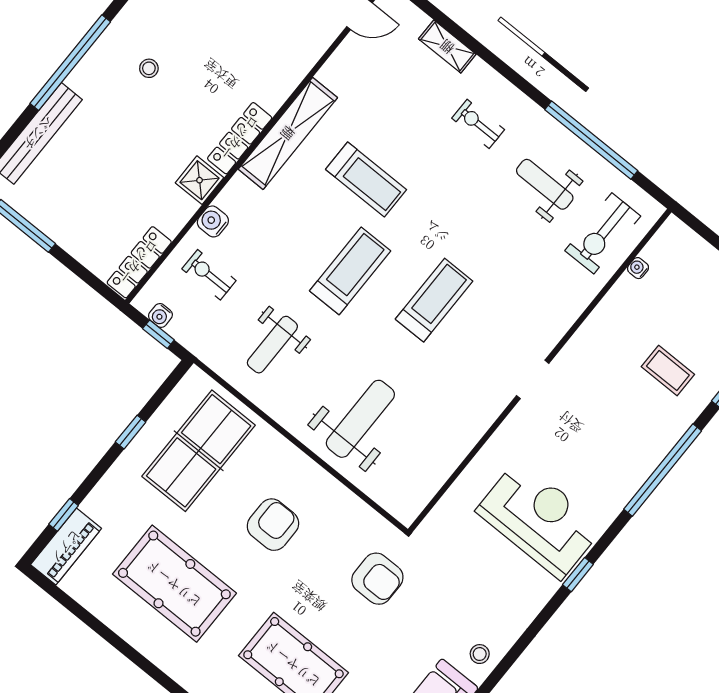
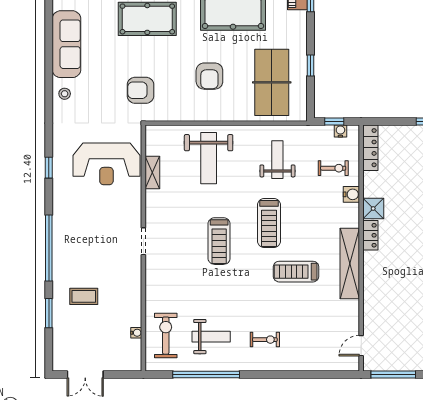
shelving: (447, 47) -> (152, 173), moved, turned 90
locker: (240, 138) -> (370, 235), width x0.66
reception desk: (539, 519) -> (106, 164), moved

